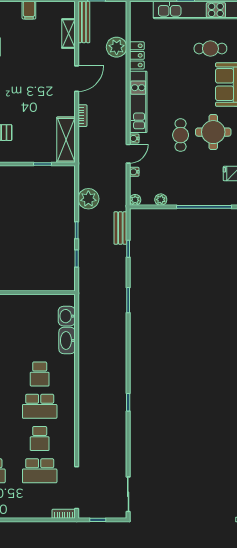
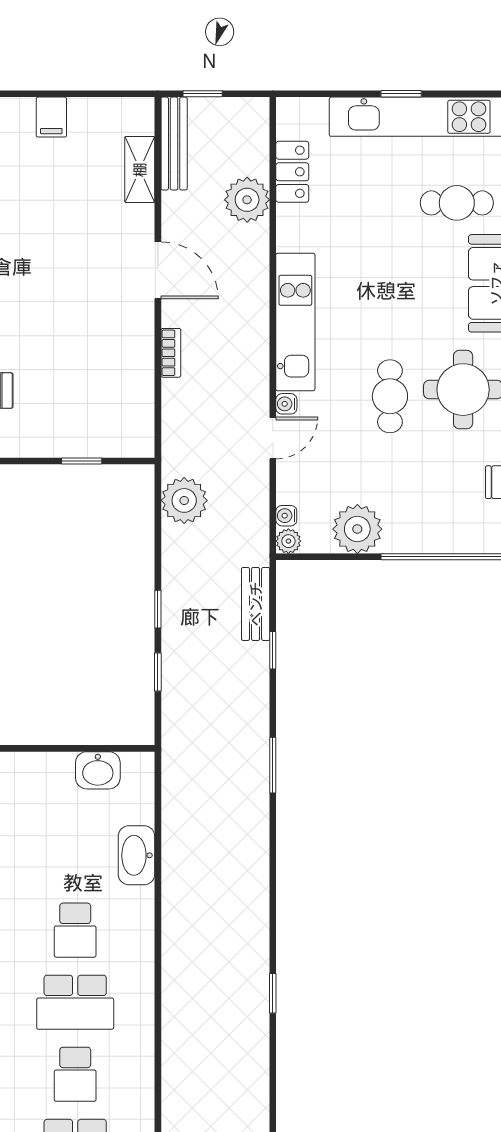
locker: (137, 55) -> (292, 172), moved
door: (77, 79) -> (158, 270), hinge flipped
shelving: (66, 140) -> (134, 407), removed
water cooler: (134, 172) -> (286, 516), moved
plant: (88, 199) -> (184, 500), moved
plant: (161, 200) -> (357, 529), width x1.88, depth x1.88
washbasin: (67, 316) -> (98, 770), moved, turned -90

